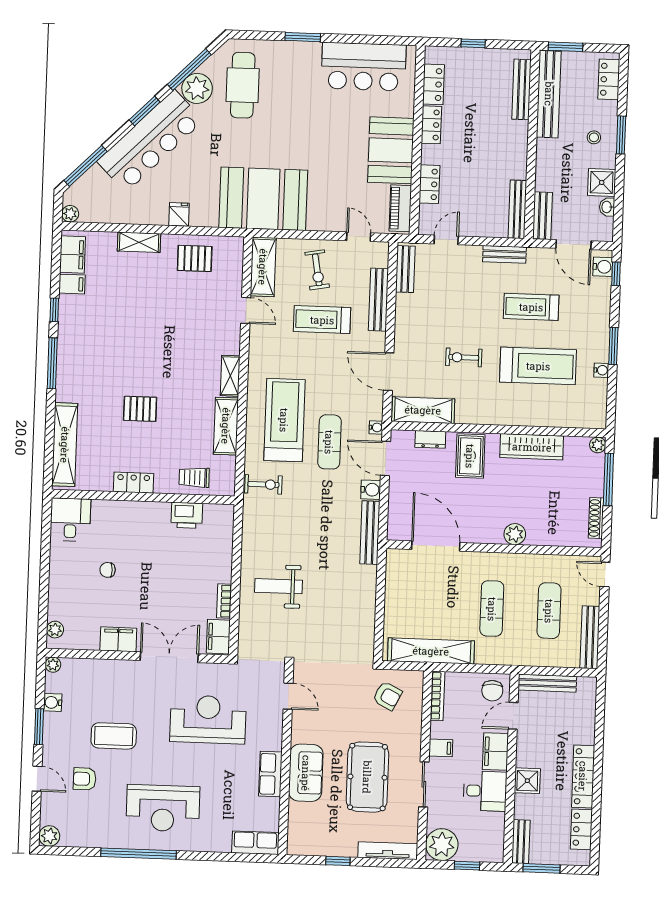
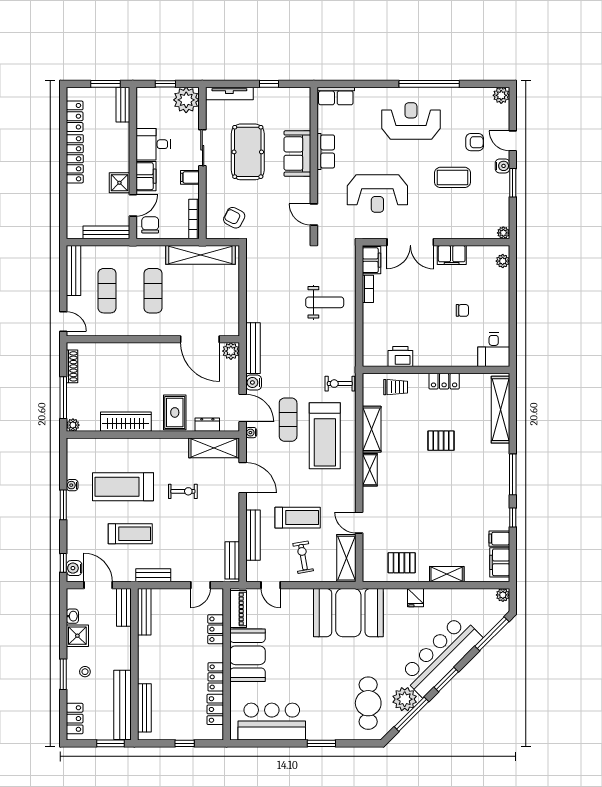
plant: (515, 534) -> (231, 351), moved
water cooler: (53, 702) -> (502, 166), moved
shower: (527, 781) -> (119, 183), moved

